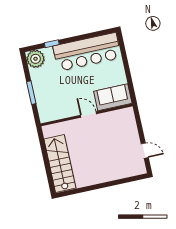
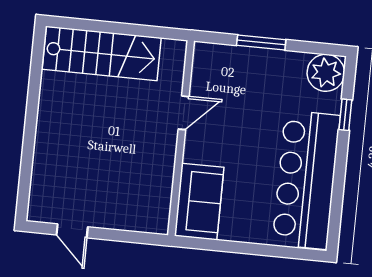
door: (89, 114) -> (184, 113), moved
door: (145, 151) -> (72, 231), hinge flipped

